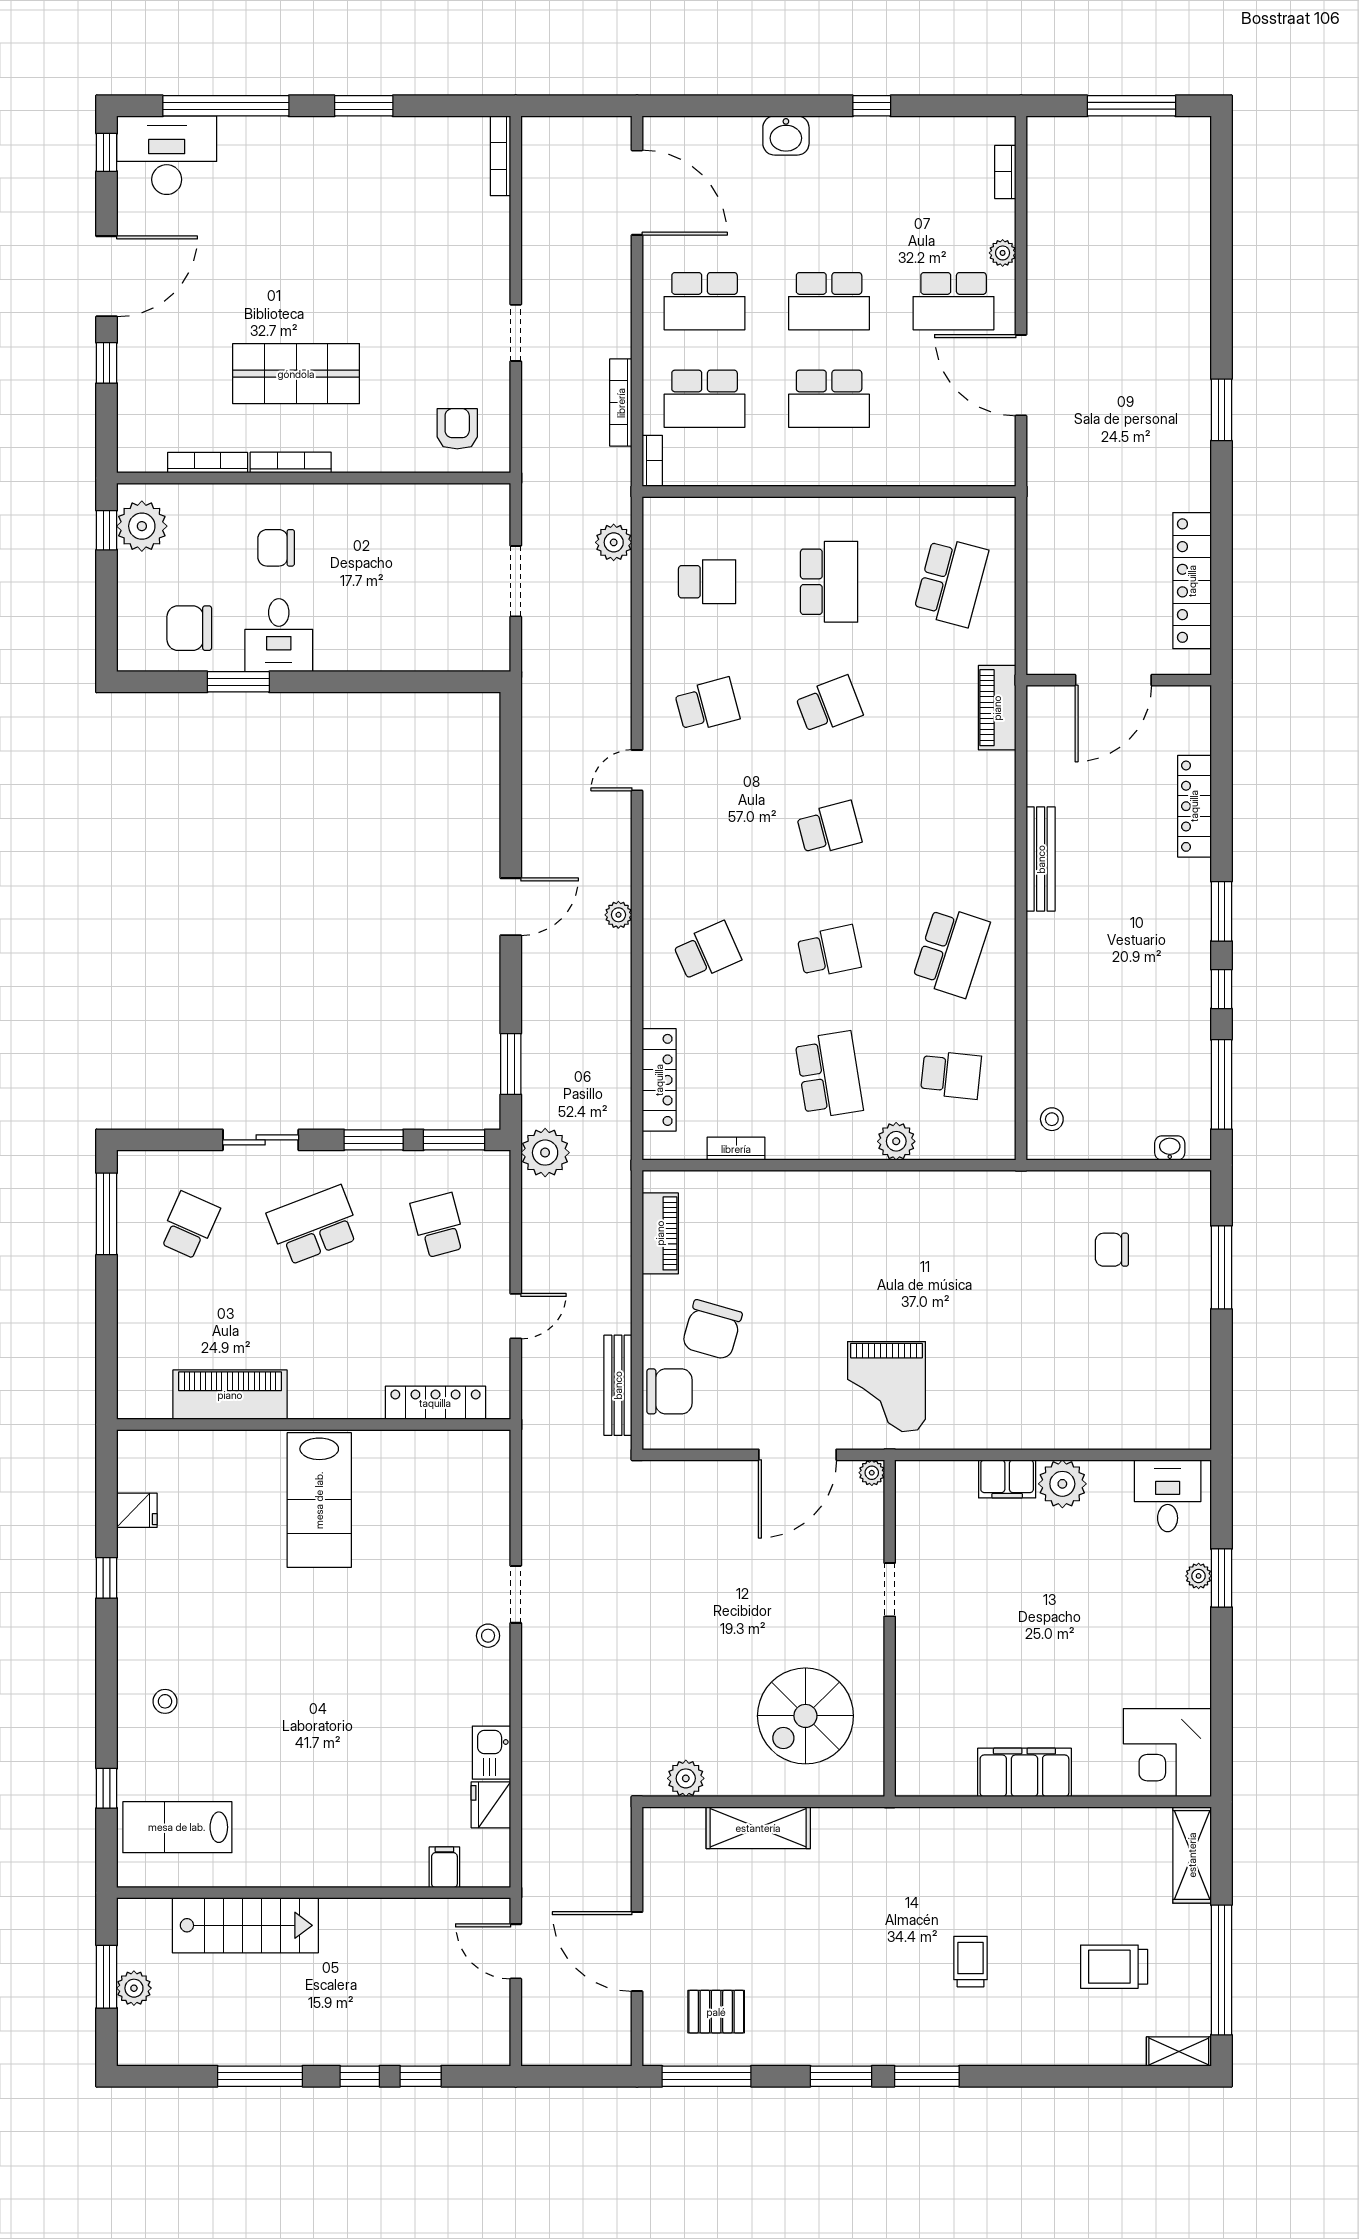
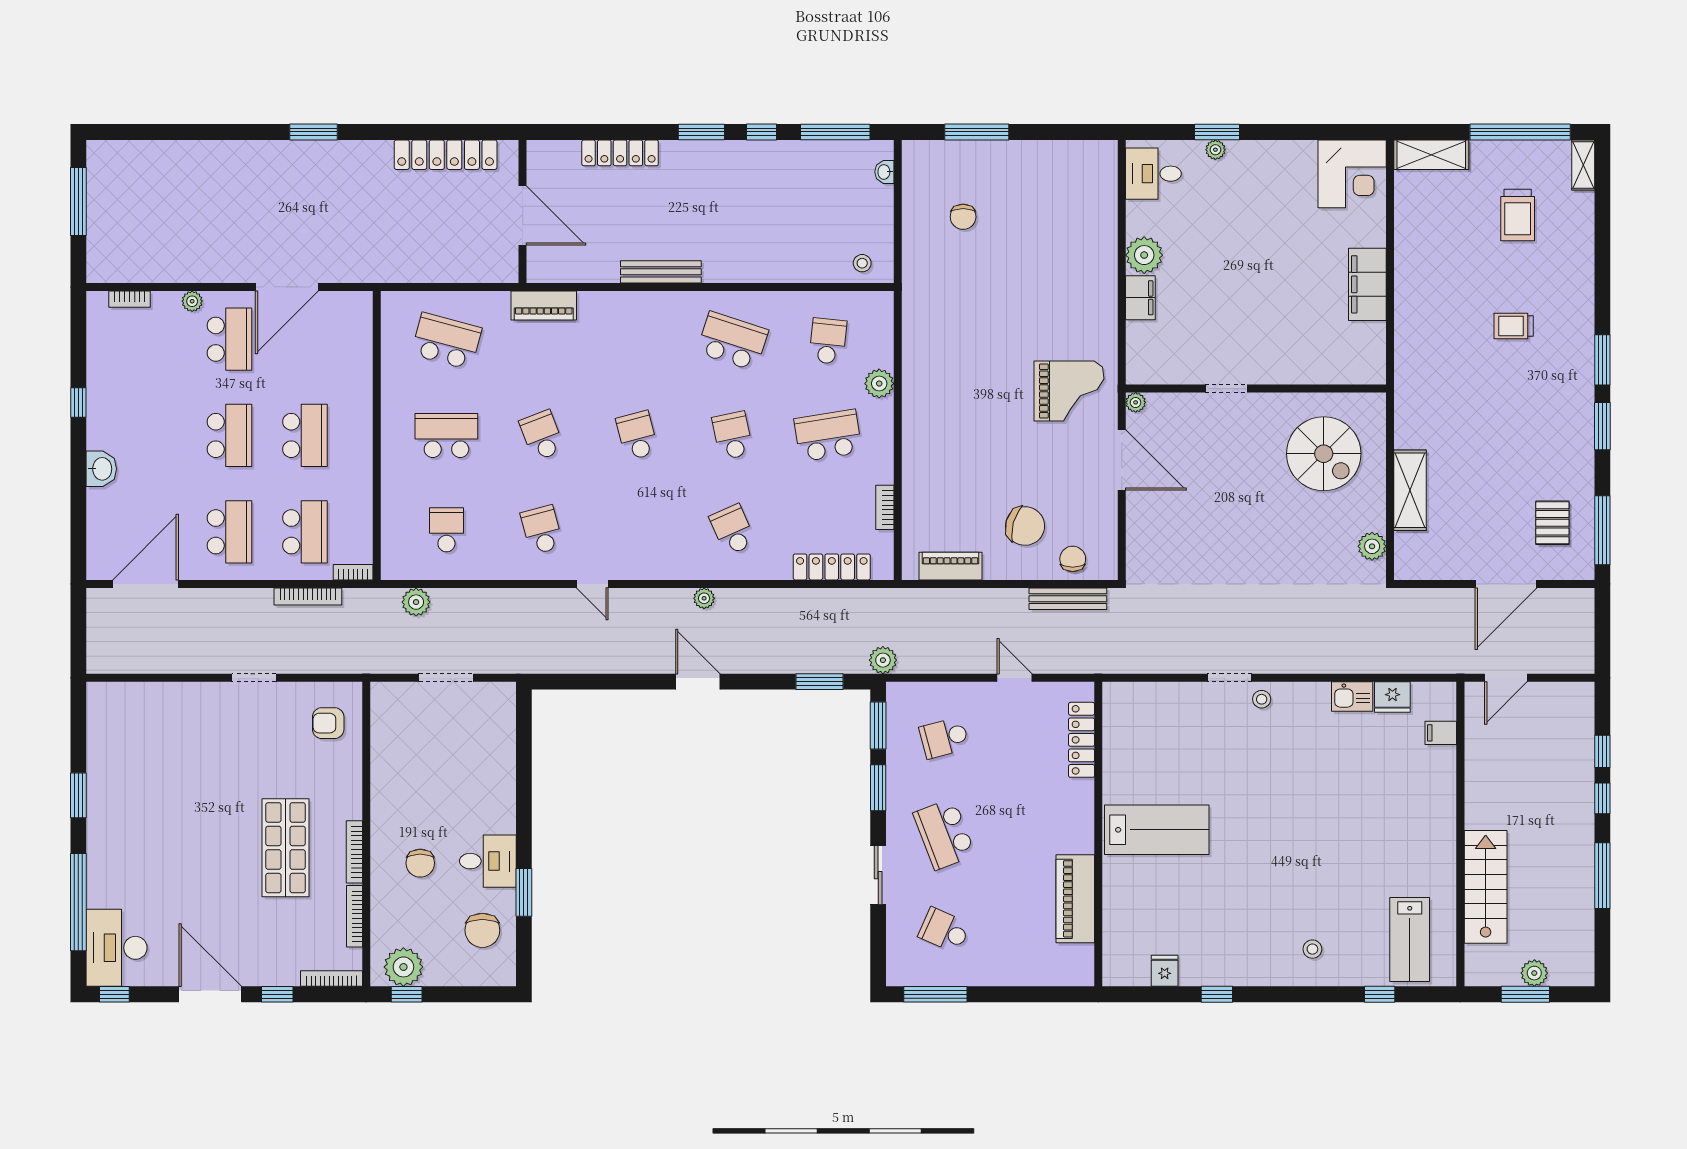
bookcase: (501, 156) -> (332, 979), moved, turned 180
plant: (545, 1153) -> (883, 660), width x0.73, depth x0.73
chair: (669, 1391) -> (1073, 559), width x0.73, depth x0.73

